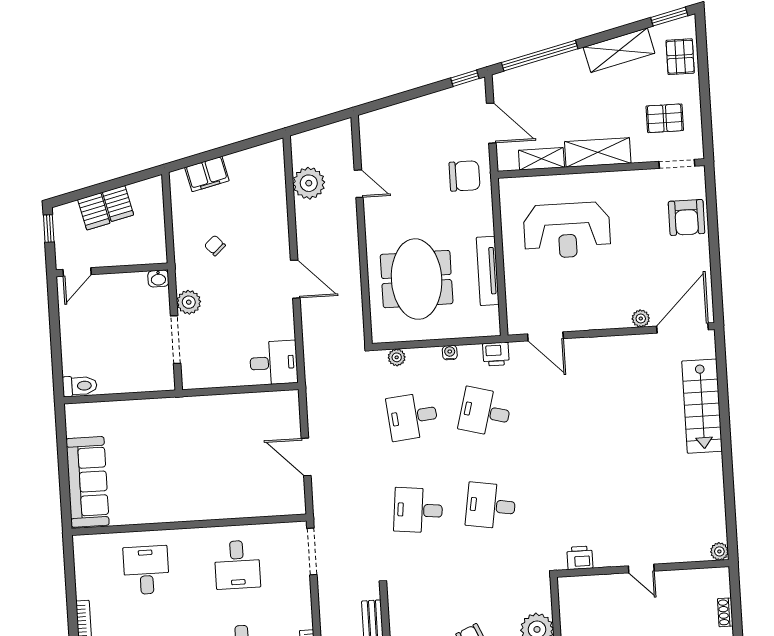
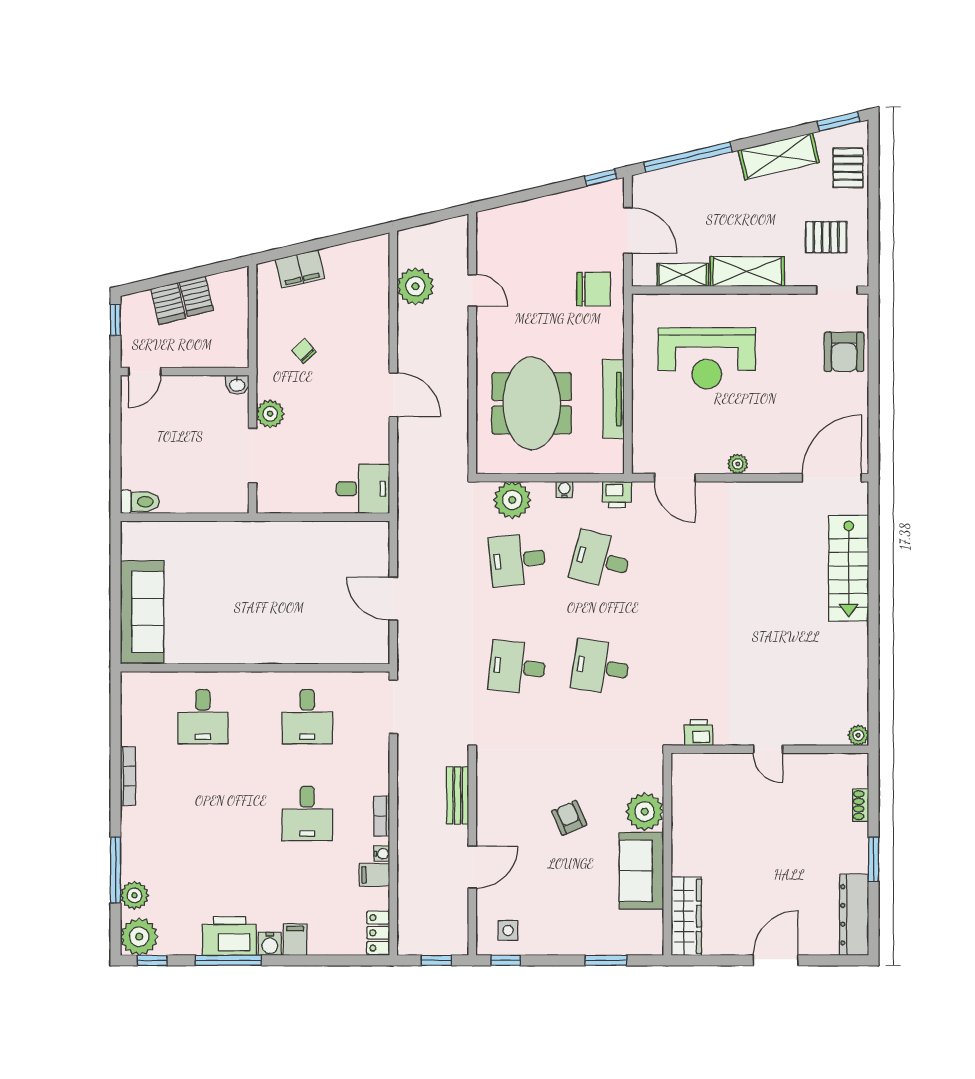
plant: (641, 318) -> (738, 464), moved
plant: (397, 357) -> (512, 500), width x1.88, depth x1.88
desk: (146, 570) -> (203, 717), turned 180

